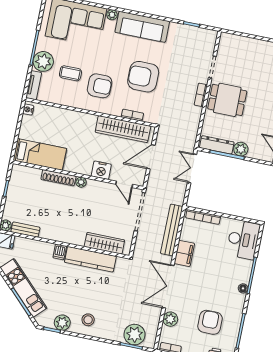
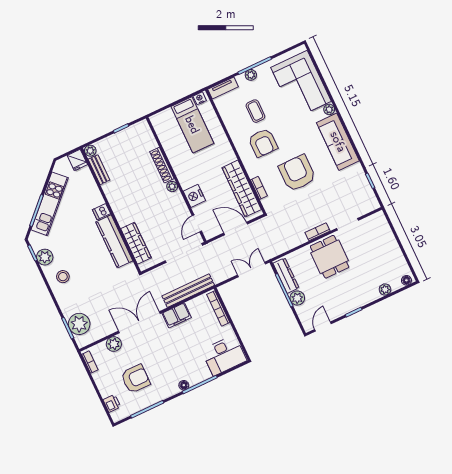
plant: (43, 61) -> (251, 75), width x0.53, depth x0.53
bed: (40, 154) -> (192, 125), moved

